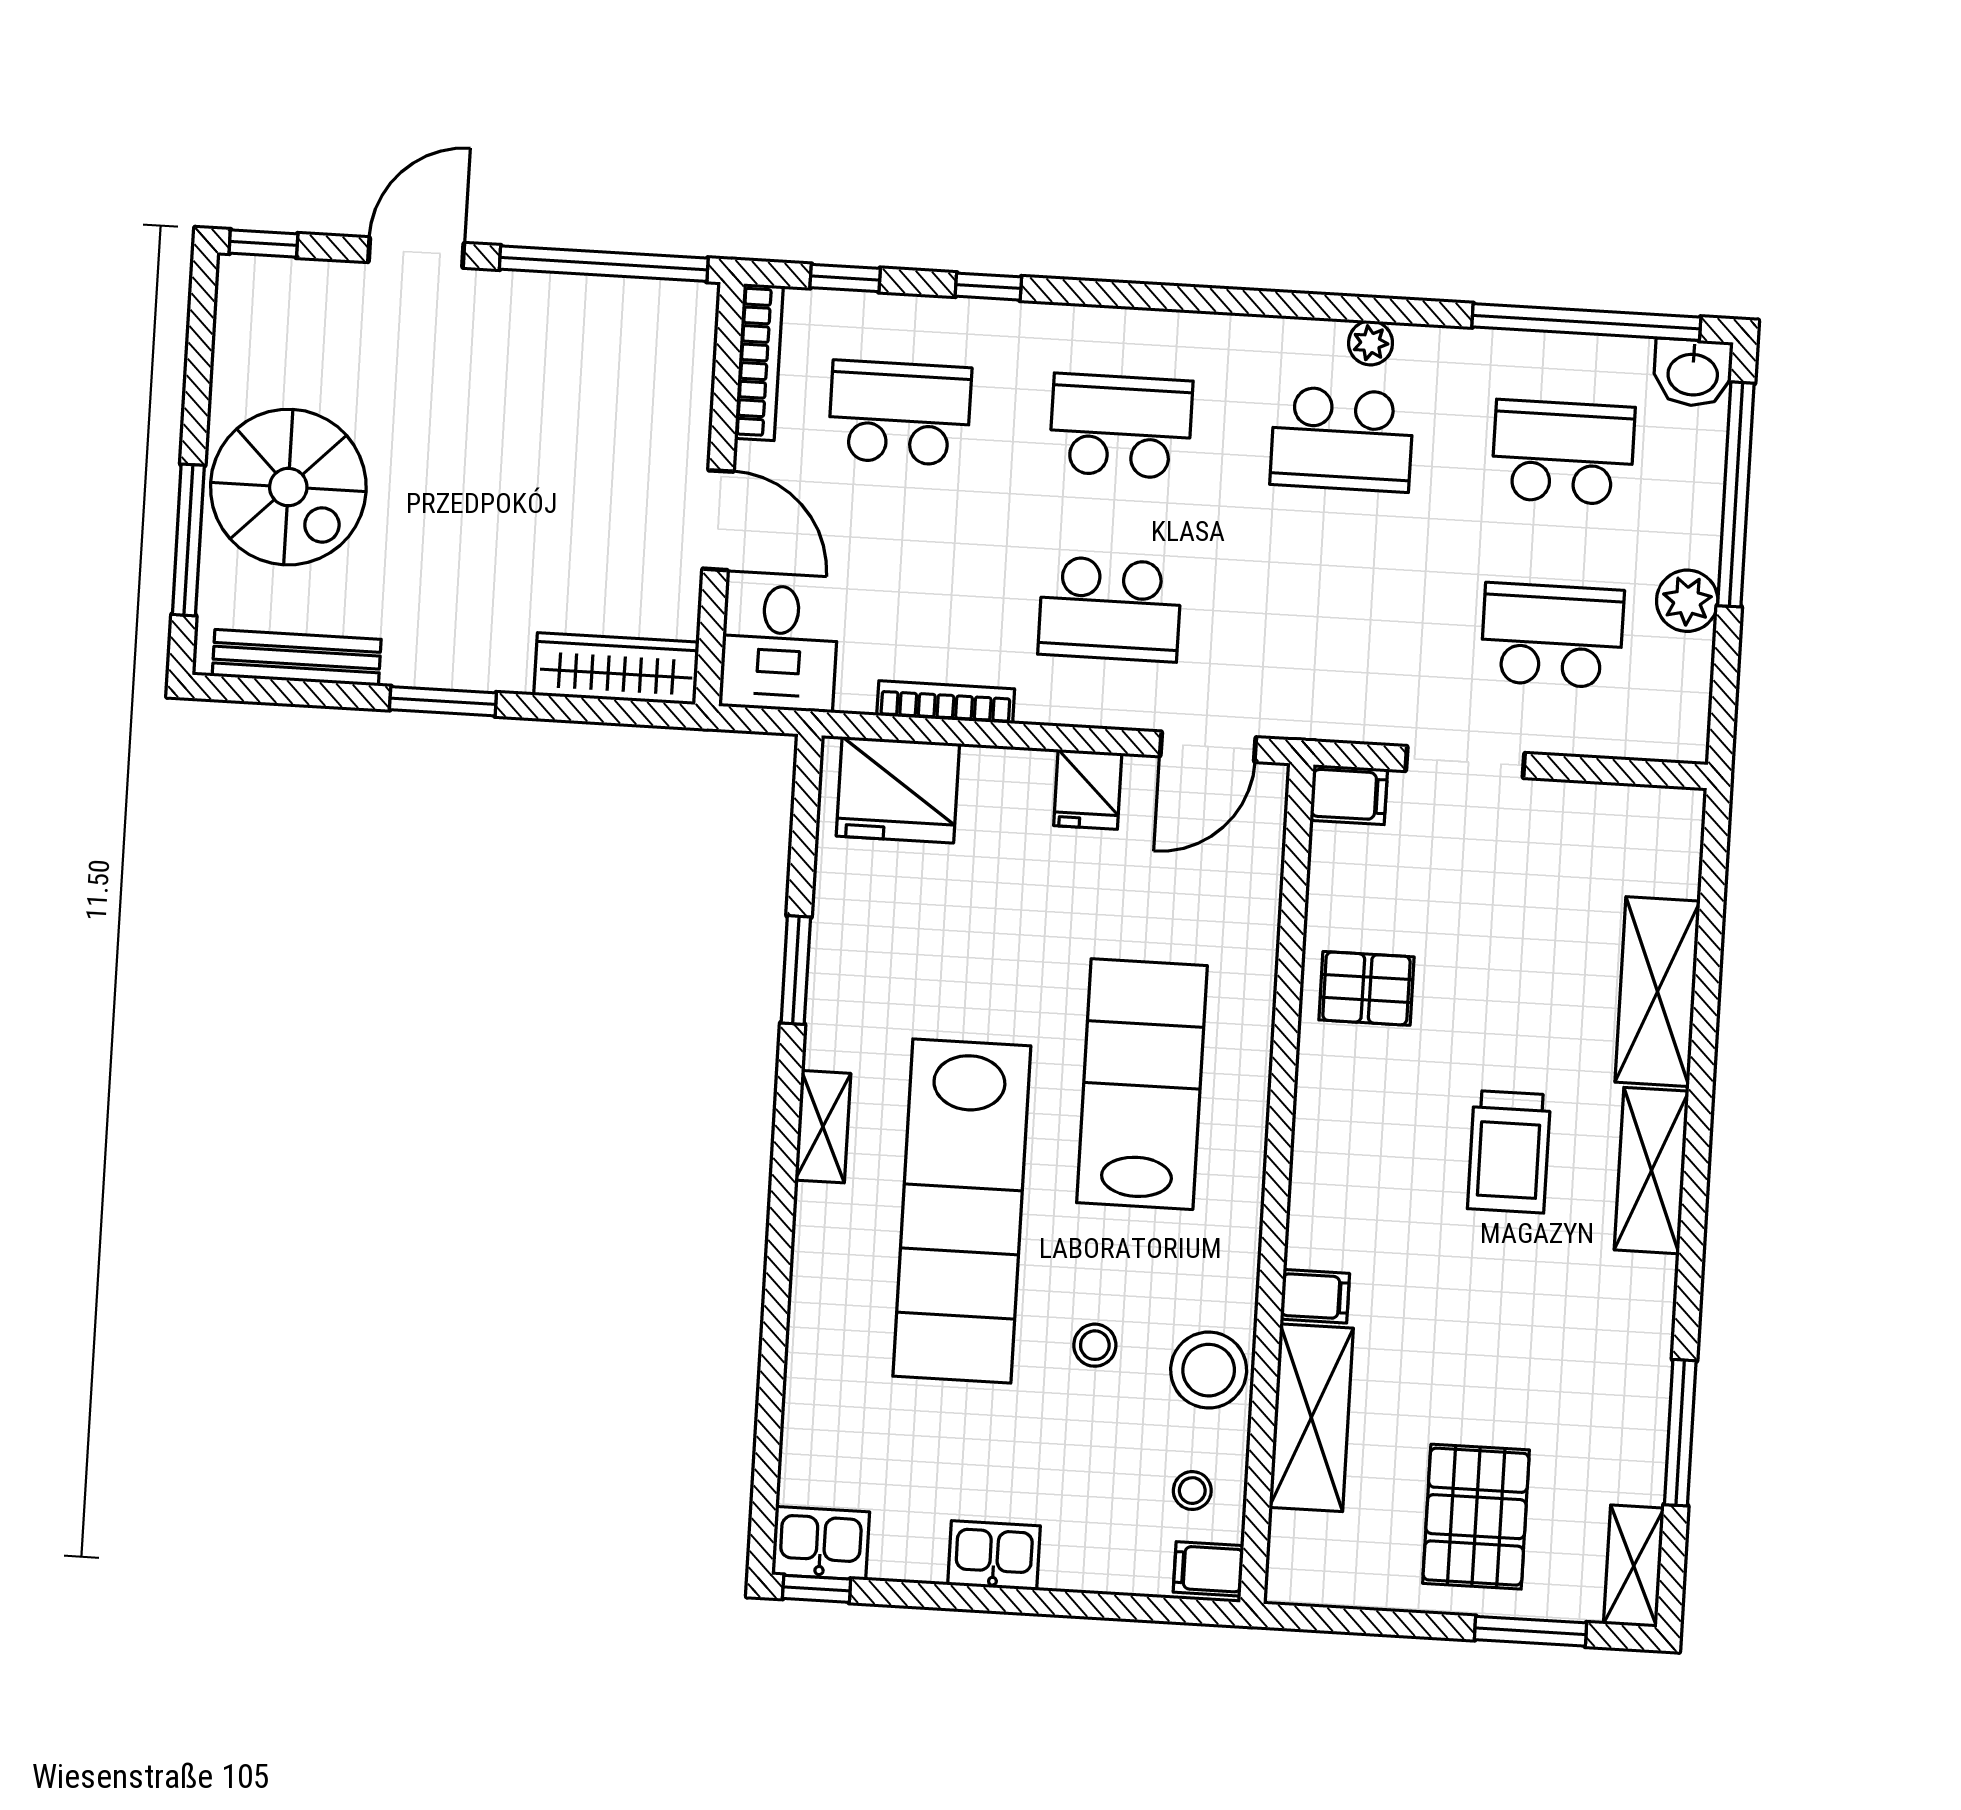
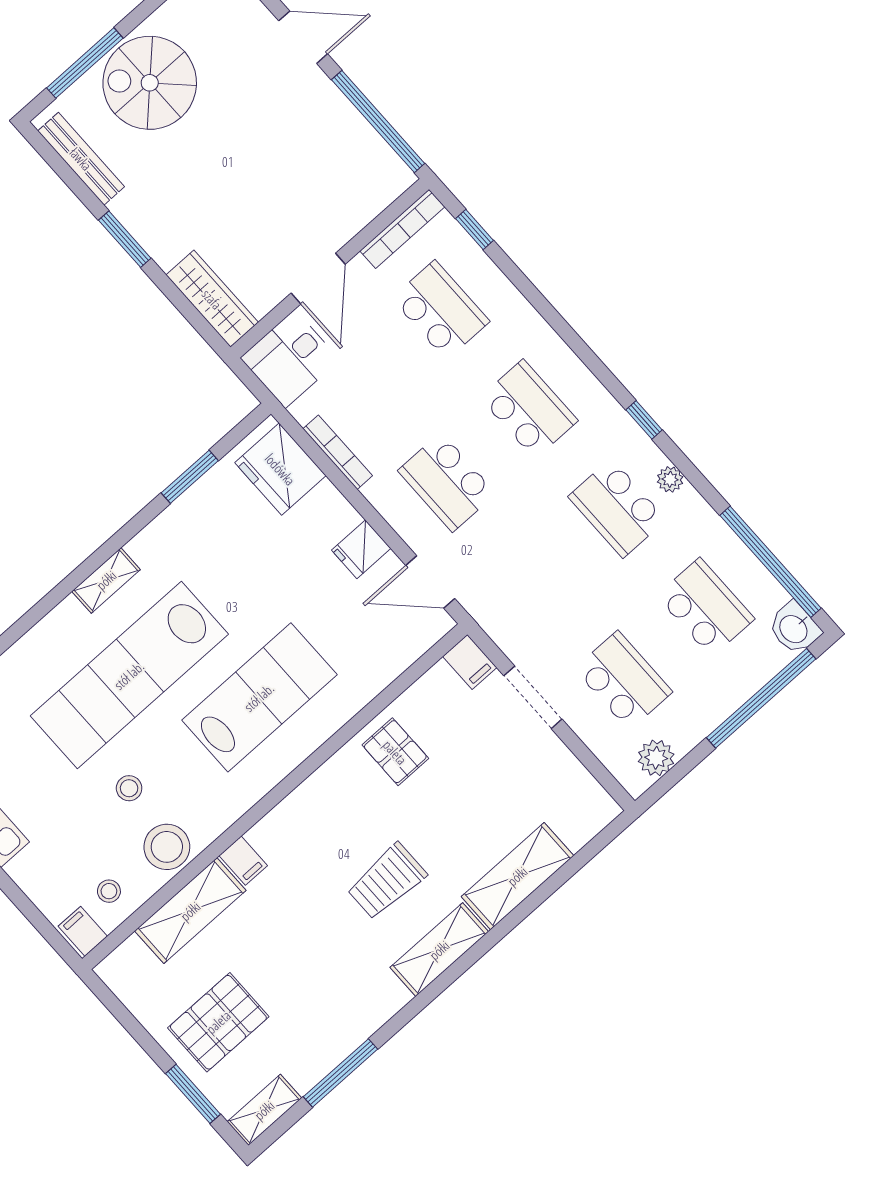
window: (988, 287) -> (644, 420), moved
spiral stairs: (288, 487) -> (150, 83), turned 90
plant: (1687, 601) -> (656, 758), moved
window: (796, 970) -> (190, 477), moved

